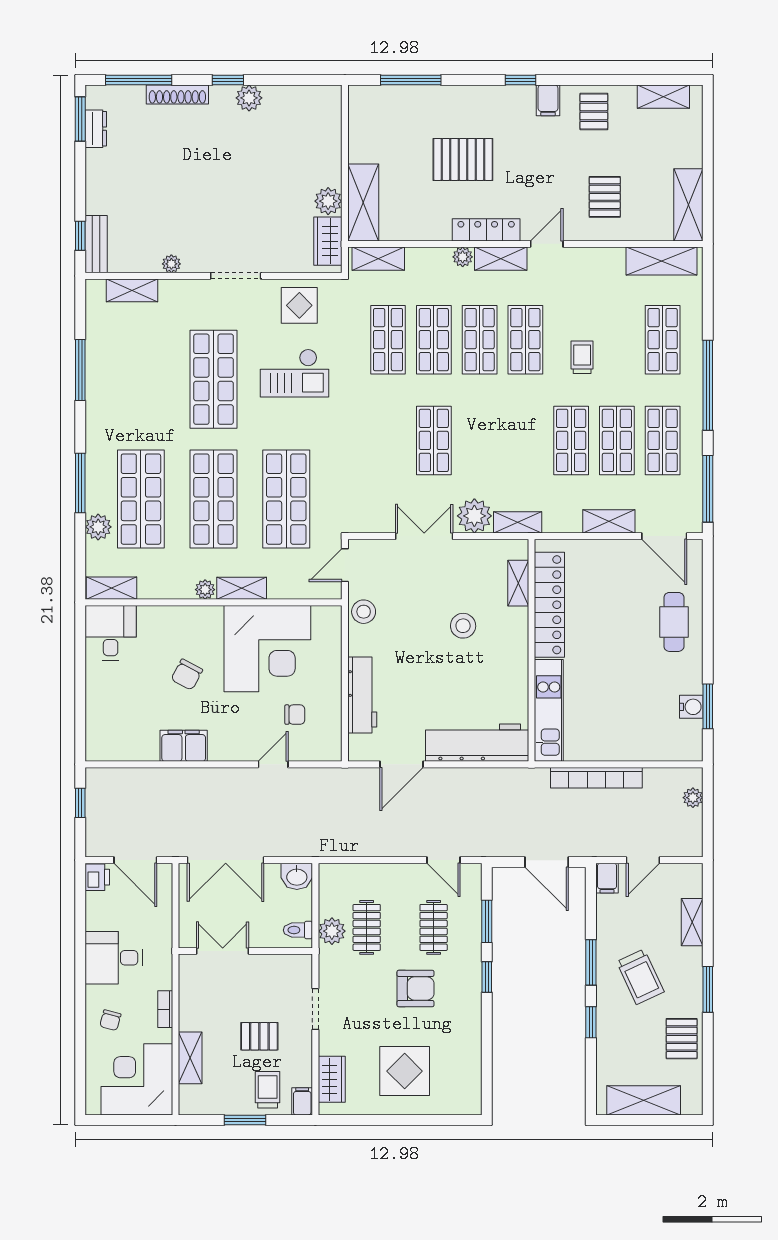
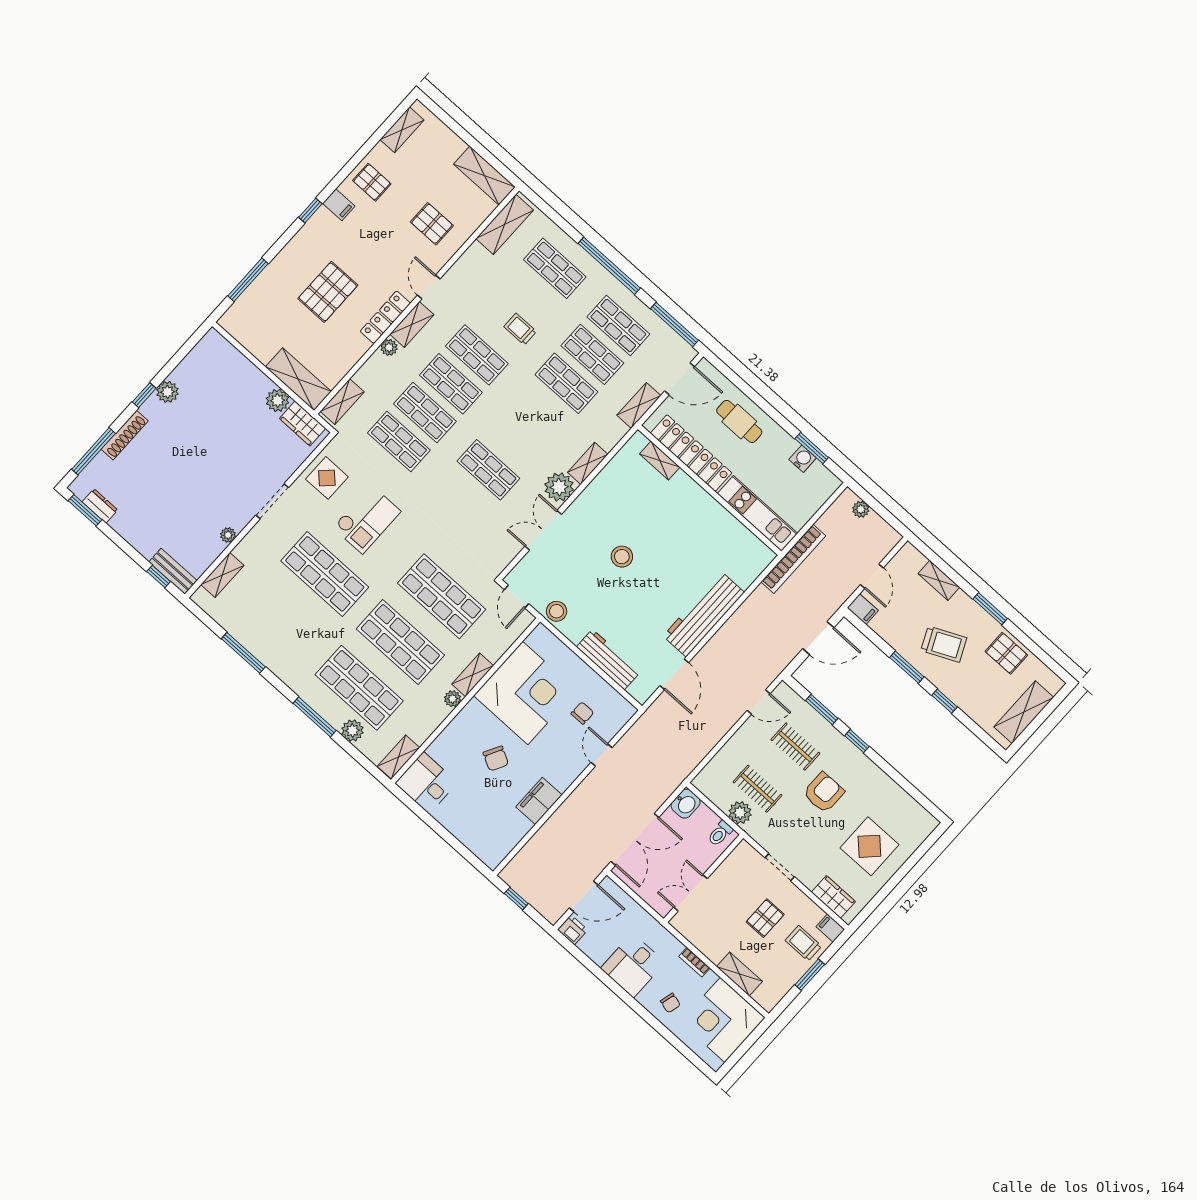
shelving: (518, 583) -> (660, 461), moved
locker: (549, 605) -> (691, 453), moved
wall: (531, 650) -> (710, 490), moved
kitchen unit: (549, 710) -> (757, 513), moved

